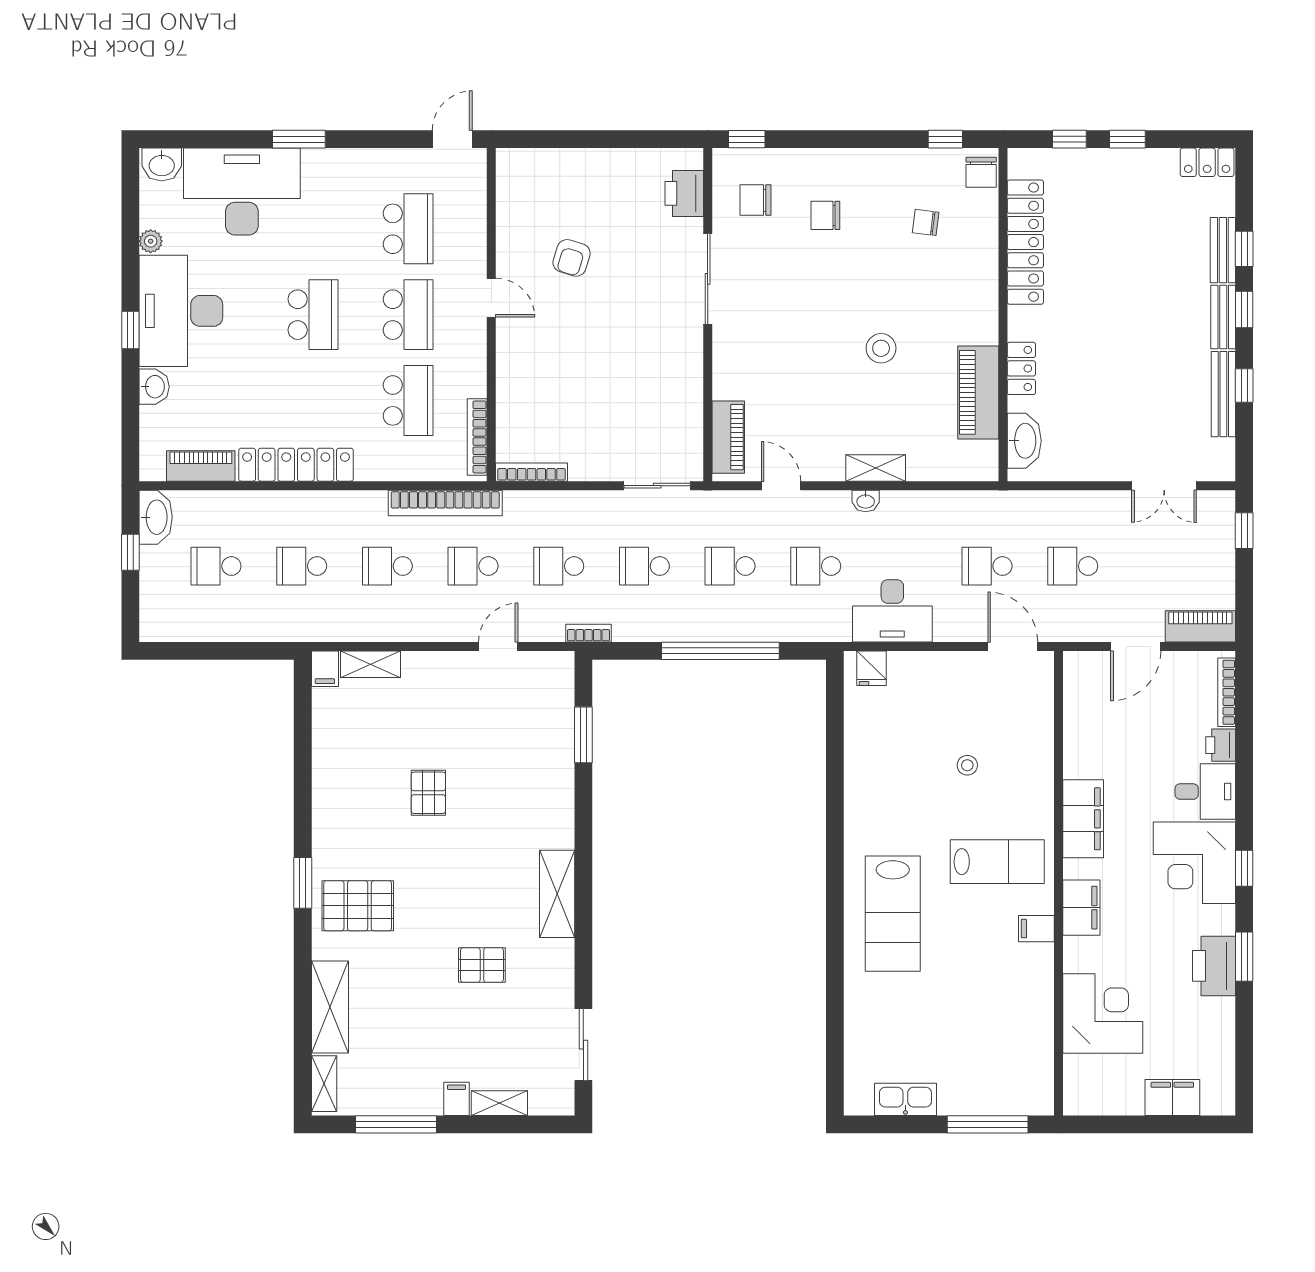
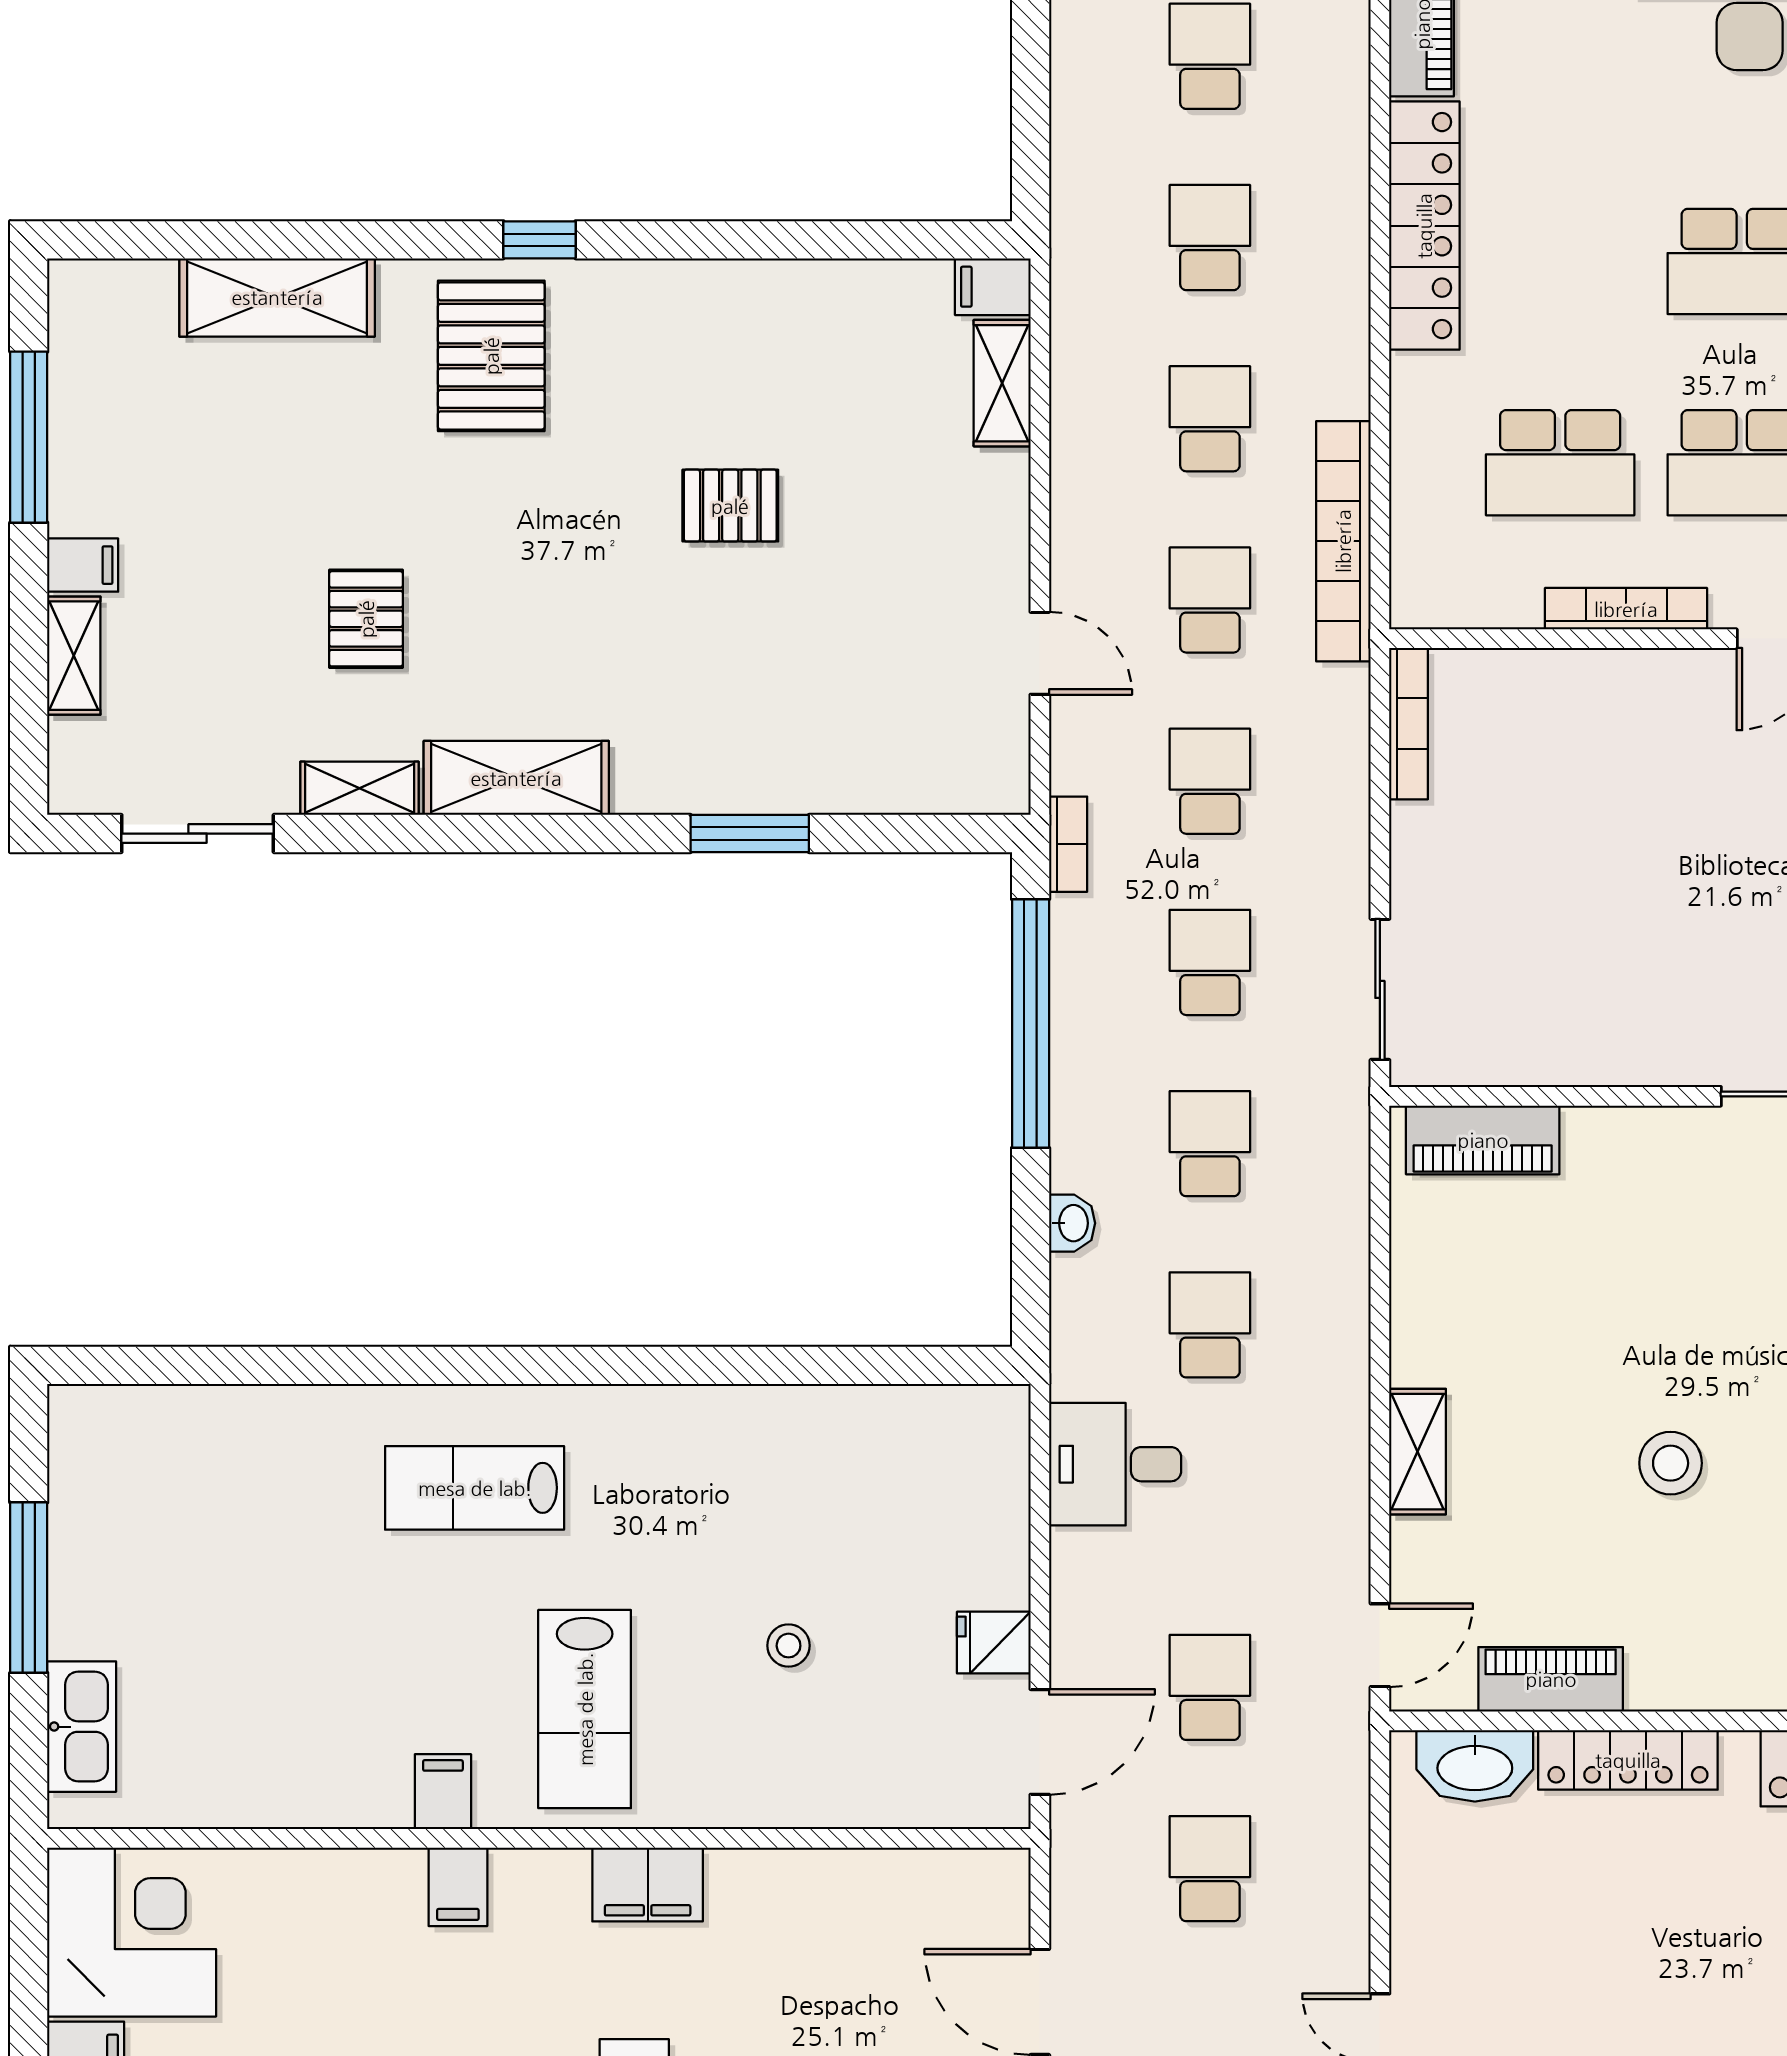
locker: (1021, 368) -> (1628, 1760), width x1.53
piano: (978, 392) -> (1551, 1679), width x0.73, depth x0.75
bookcase: (477, 437) -> (1626, 609), moved
door: (781, 486) -> (1380, 1645), moved
washbasin: (866, 501) -> (1072, 1223), moved, turned 180
desk: (892, 611) -> (1115, 1464), width x0.73
window: (720, 651) -> (1031, 1024), moved
fridge: (872, 668) -> (994, 1643), moved
window: (583, 735) -> (750, 834), moved
filing cabinet: (1083, 819) -> (648, 1885), width x0.67, depth x0.86
window: (303, 883) -> (540, 240), width x0.67
filing cabinet: (1081, 908) -> (458, 1887), width x0.50
lab bench: (893, 914) -> (475, 1488), width x0.73, depth x0.72
corner desk: (1103, 1013) -> (132, 1932), moved, turned -90
shelving: (324, 1084) -> (360, 788), moved
kitchen sink: (905, 1099) -> (82, 1727), moved
window: (988, 1124) -> (29, 1588), moved

